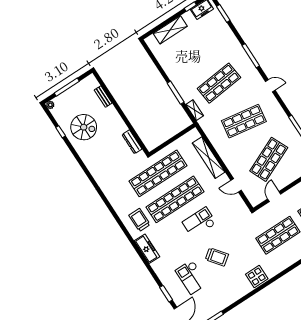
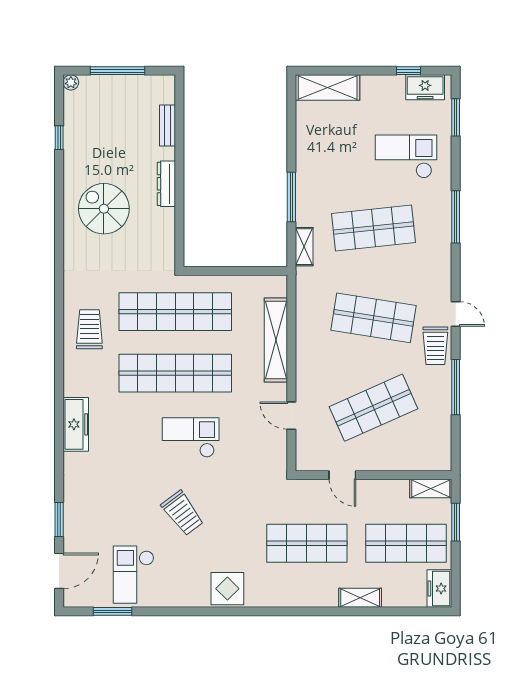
shelving: (170, 30) -> (328, 88), moved
checkout: (213, 44) -> (406, 157), added
door: (270, 86) -> (456, 314), moved
trolley: (278, 116) -> (435, 346), added
spiral stairs: (84, 127) -> (104, 209), moved, turned 180
dresser: (132, 142) -> (166, 184), moved
door: (274, 197) -> (342, 475), swing flipped
trolley: (140, 220) -> (89, 329), moved
checkout: (192, 277) -> (133, 575), moved

